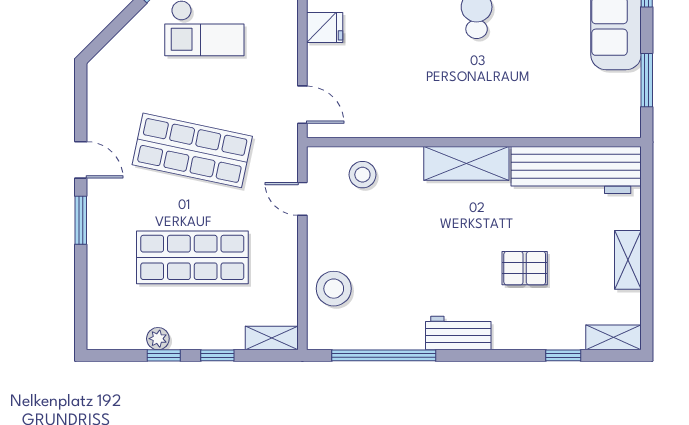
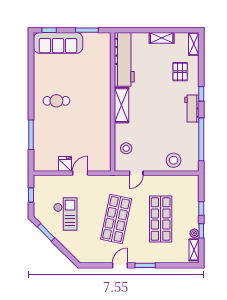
door: (302, 105) -> (80, 173), moved
pallet: (525, 268) -> (180, 72), moved
shelving: (272, 338) -> (194, 250), moved
window: (563, 355) -> (201, 94), moved

